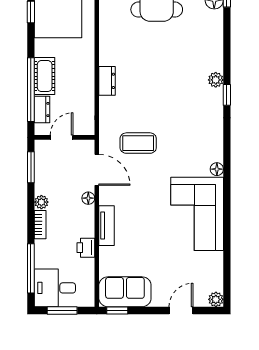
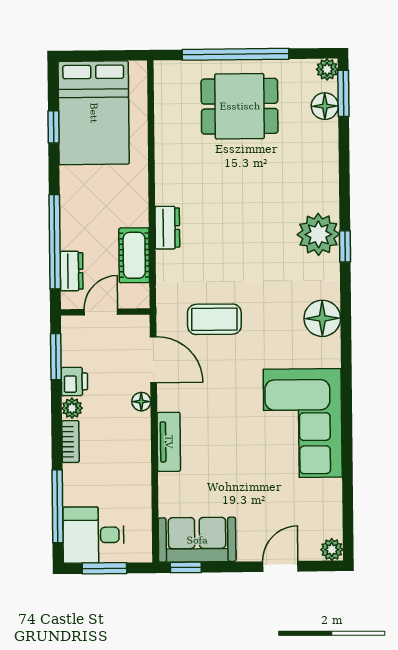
cot: (45, 76) -> (134, 255), moved
plant: (216, 80) -> (318, 234), width x1.87, depth x1.87
floor lamp: (217, 169) -> (322, 318), moved, width x1.89, depth x1.89
printer: (86, 248) -> (74, 382), moved, turned 180

